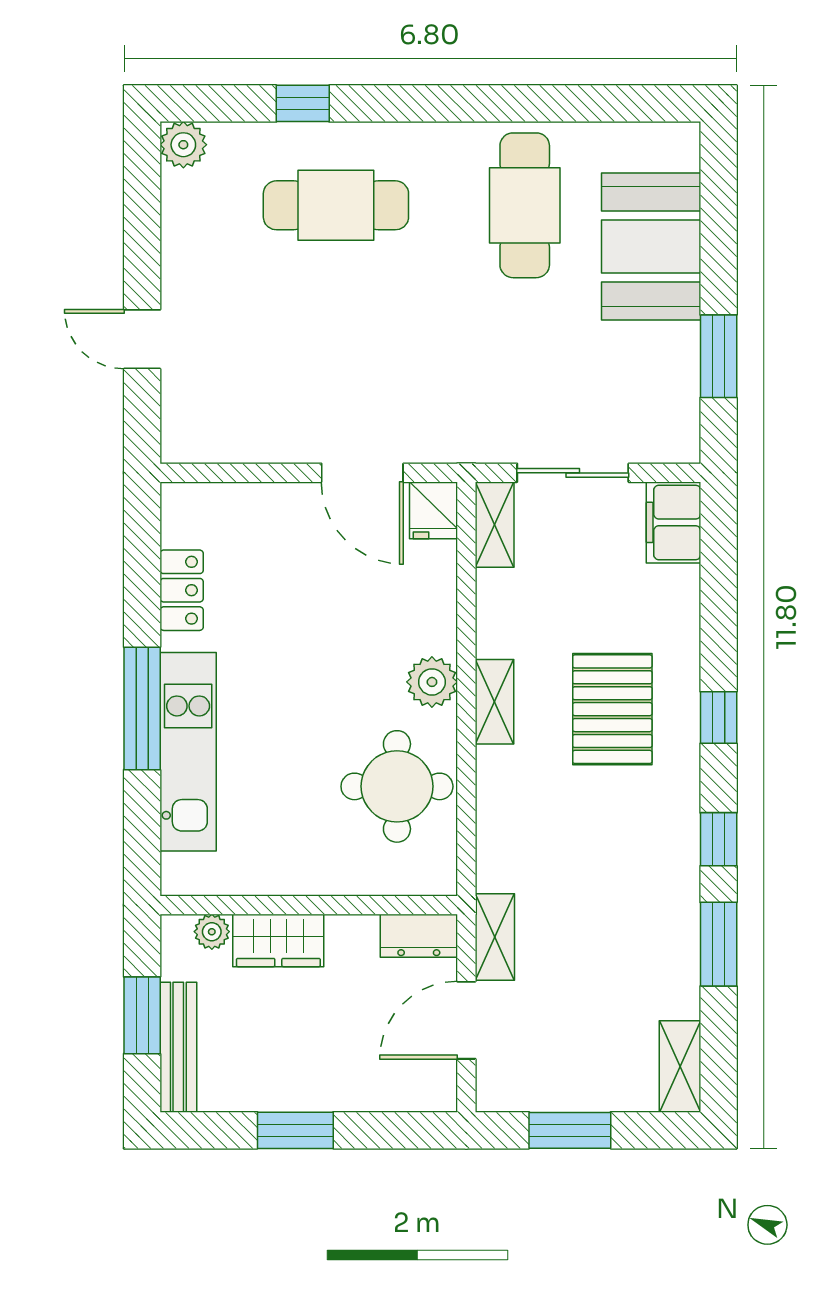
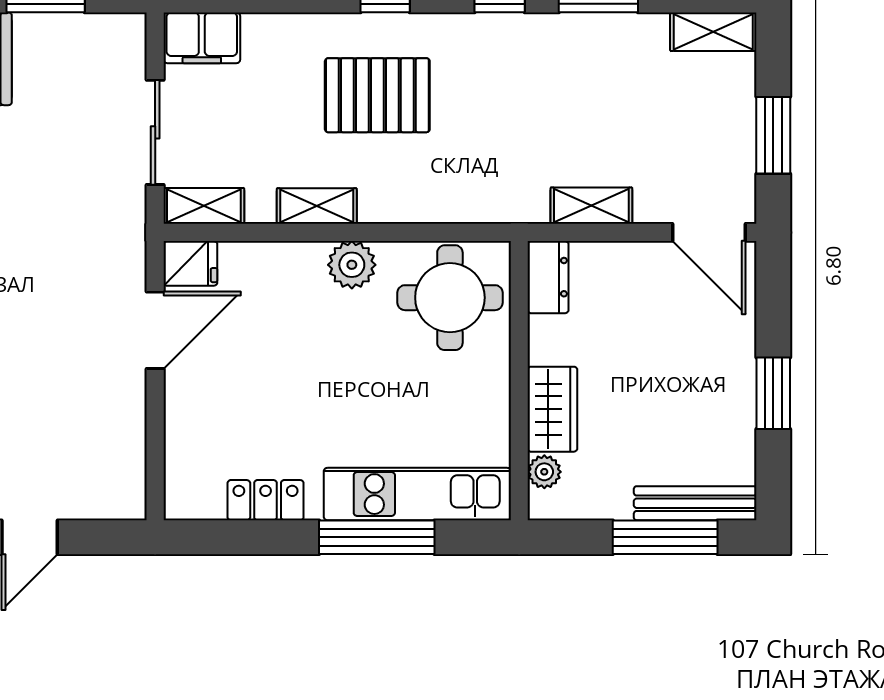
shelving: (494, 702) -> (317, 206), moved
wall: (309, 905) -> (519, 381), moved
plant: (212, 932) -> (544, 472), moved
dresser: (419, 936) -> (548, 277), moved
wardrobe: (278, 940) -> (552, 409), moved
window: (142, 1015) -> (665, 537), width x1.44
door: (466, 1020) -> (709, 232), moved

